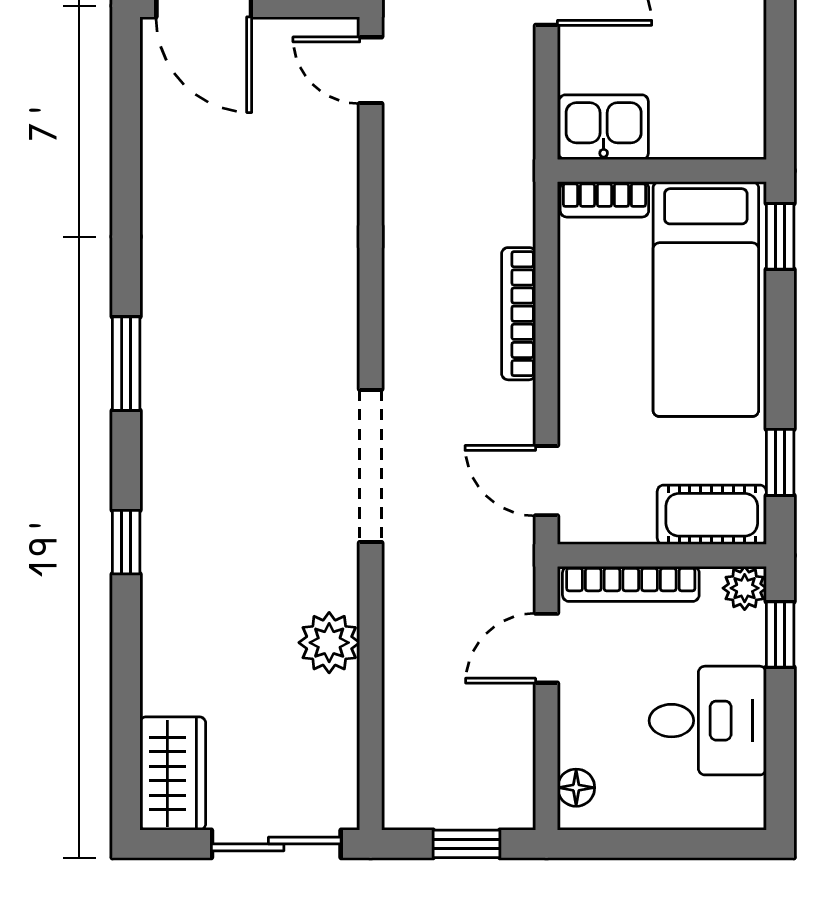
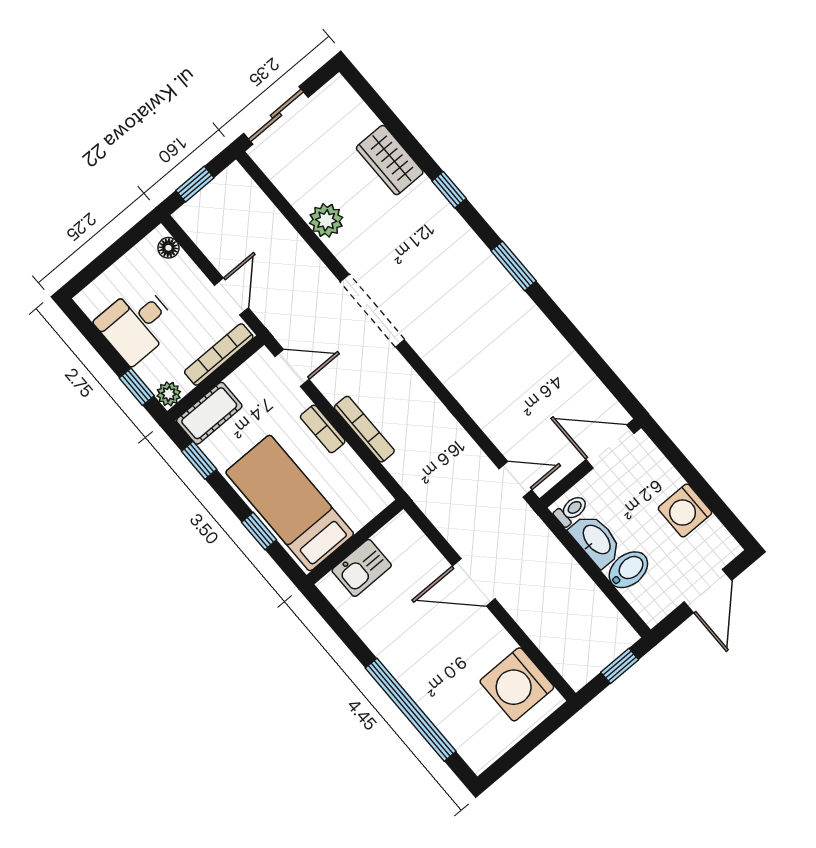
kitchen sink: (604, 127) -> (362, 568), moved
bookcase: (604, 199) -> (323, 429), moved, turned -90
window: (780, 236) -> (259, 531), moved
wardrobe: (173, 773) -> (390, 160), moved

